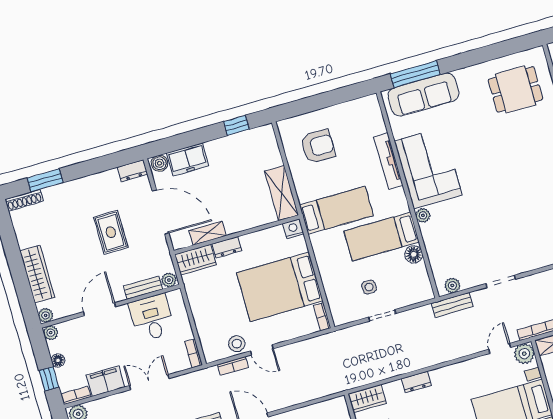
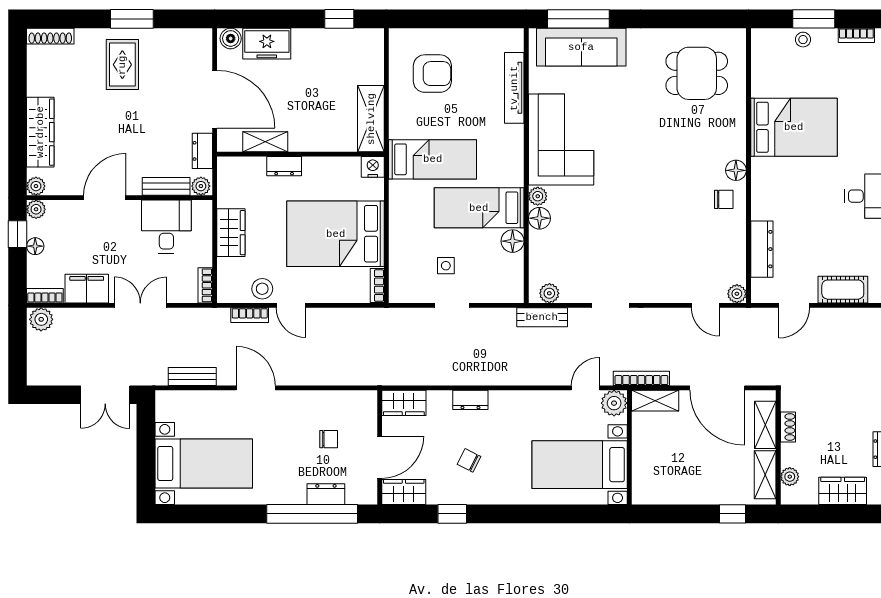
tv unit: (388, 161) -> (514, 88), moved
dresser: (132, 171) -> (202, 151), moved, turned 90
window: (45, 180) -> (132, 19), moved
floor lamp: (429, 231) -> (539, 218), added
rug: (111, 232) -> (122, 65), moved
wardrobe: (195, 260) -> (231, 233), moved, turned -90
window: (49, 379) -> (18, 234), moved

